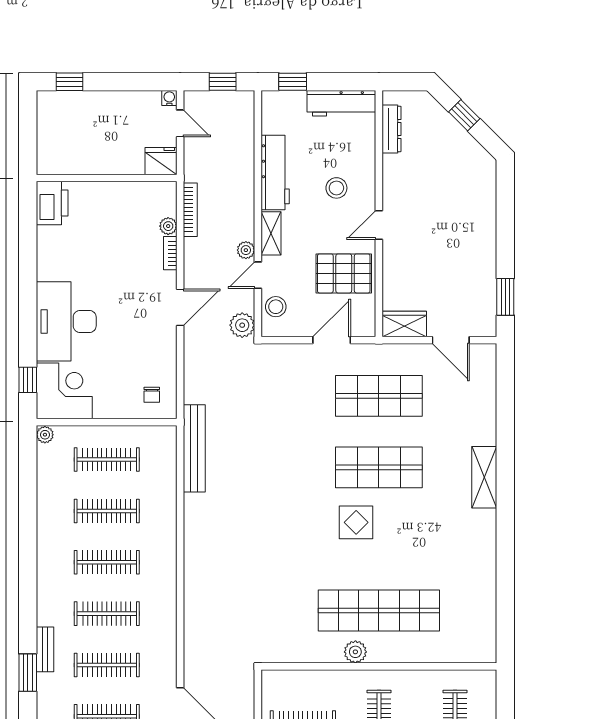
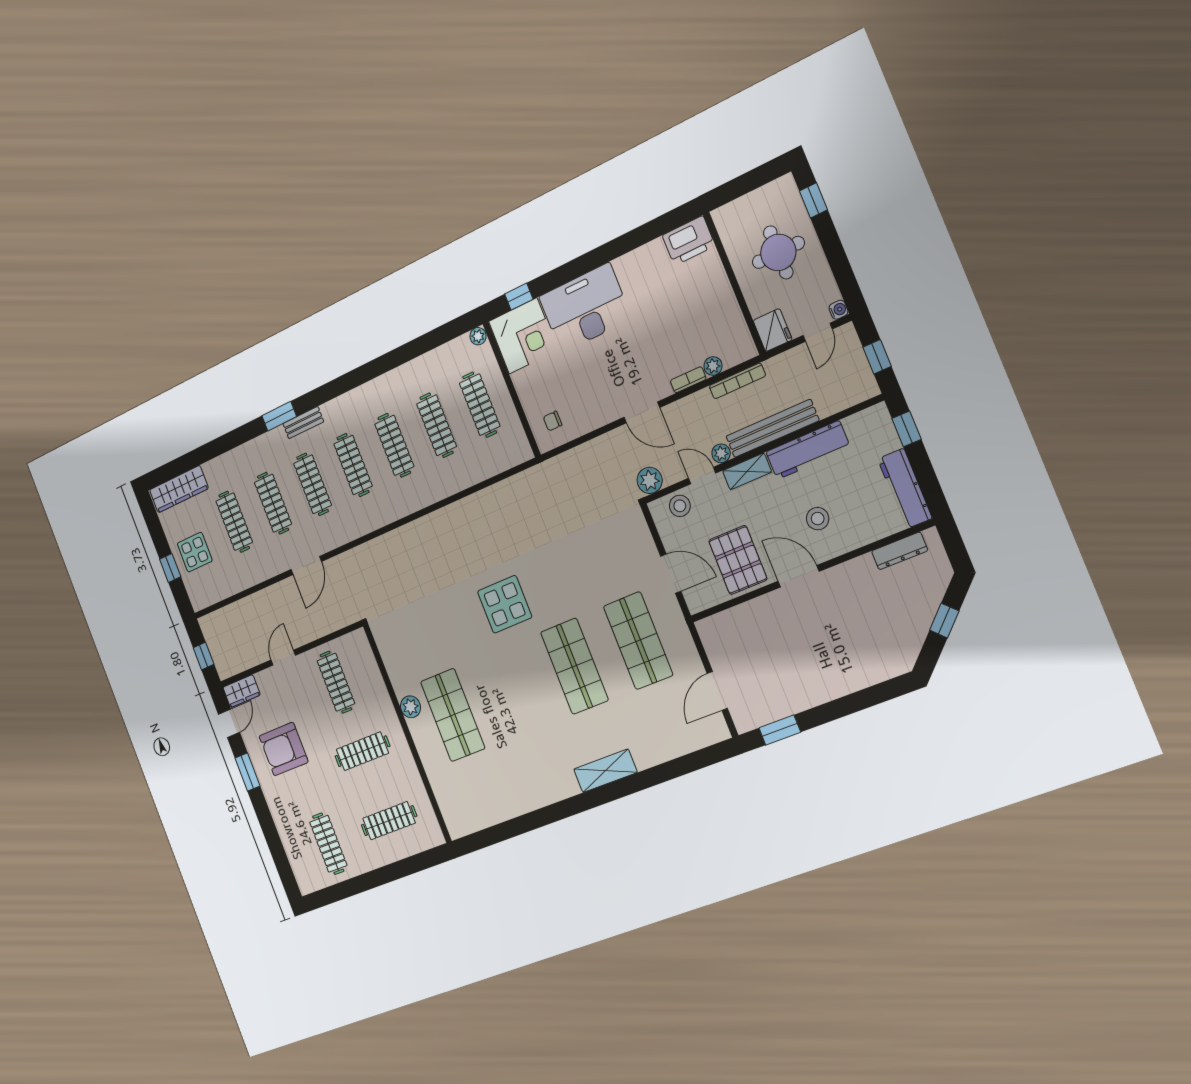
round table: (98, 129) -> (778, 252), added
door: (379, 225) -> (799, 576), width x1.38
wardrobe: (404, 324) -> (714, 639), removed
bench: (194, 448) -> (772, 428), moved
display table: (356, 522) -> (505, 604), moved, width x1.36, depth x1.36
shop shelf: (379, 611) -> (453, 715), width x0.71

